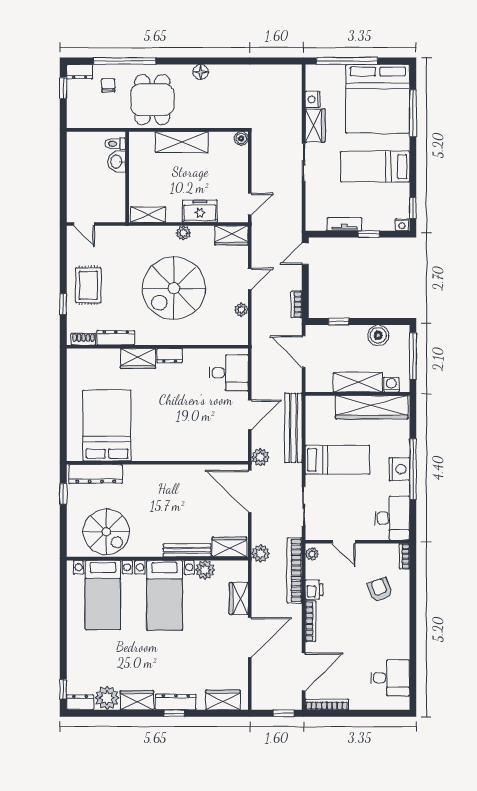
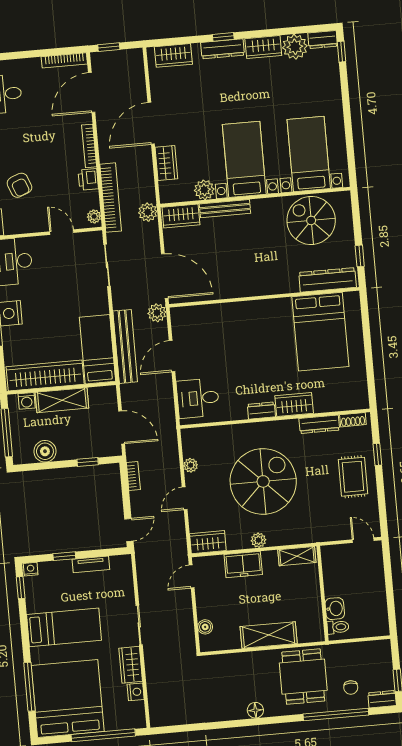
boiler: (241, 138) -> (205, 627), moved
bed: (337, 460) -> (98, 349), moved, turned 90

